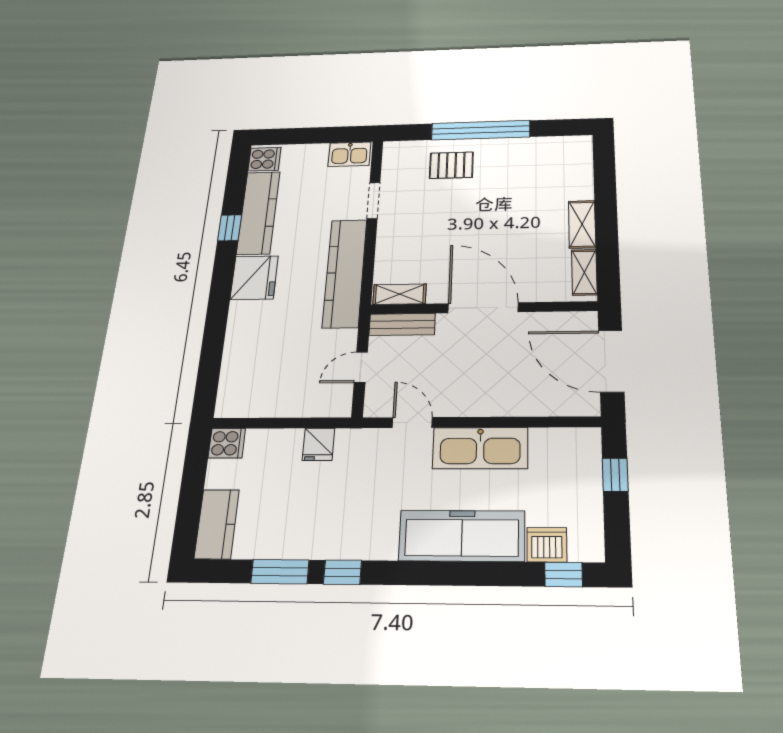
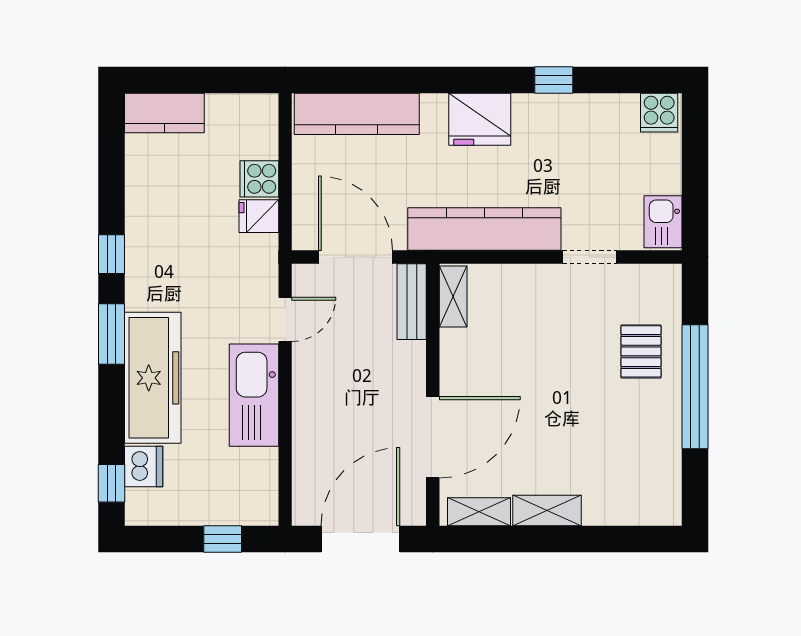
kitchen counter: (258, 213) -> (357, 114), moved
door: (483, 308) -> (433, 437), moved
door: (361, 367) -> (356, 257), width x1.88
cooker: (227, 443) -> (259, 179), moved, turned 90
window: (280, 572) -> (111, 334), moved

